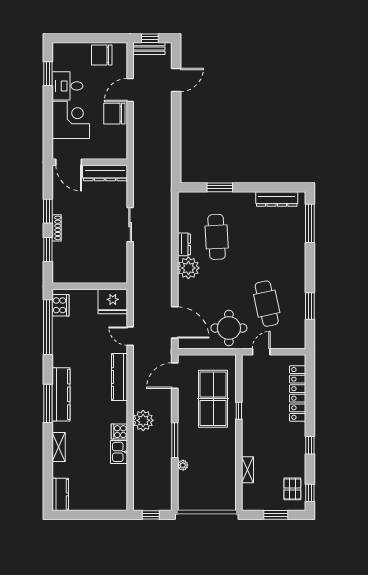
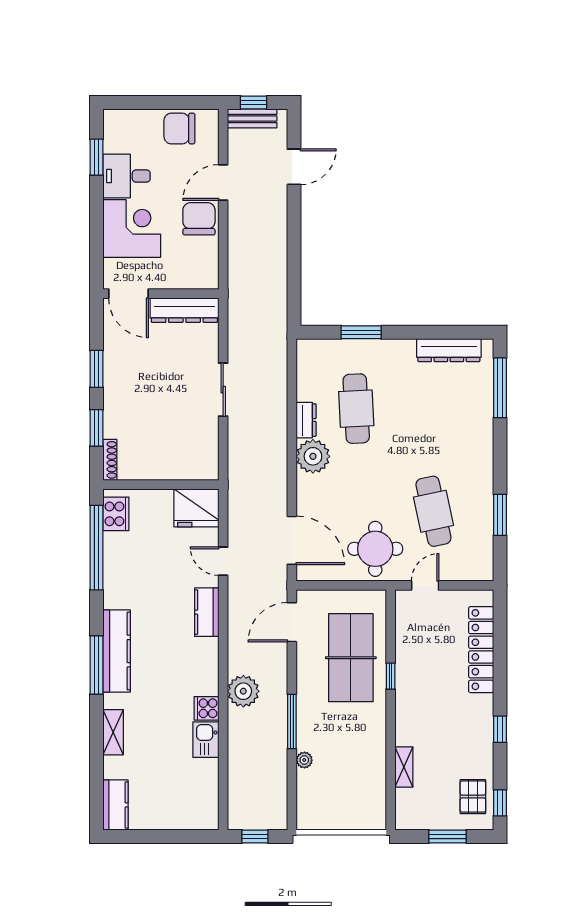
chair: (114, 114) -> (199, 219), turned 90
shoe rack: (57, 228) -> (110, 460), moved
kitchen counter: (119, 377) -> (207, 612), width x0.67

